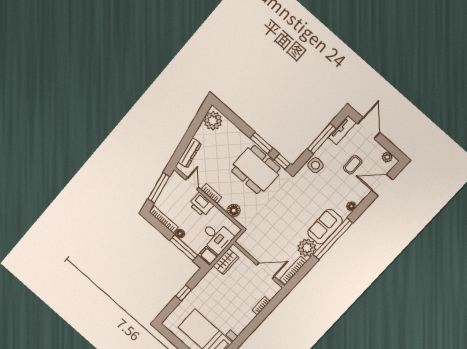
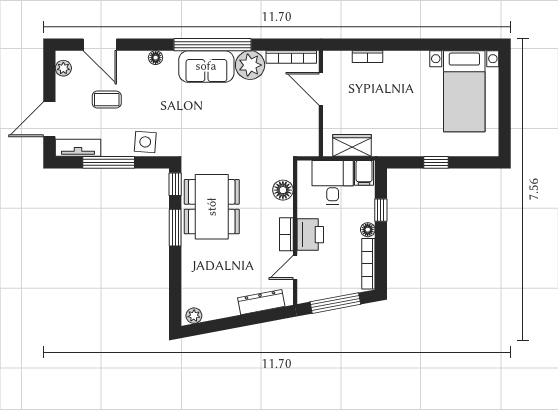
plant: (213, 121) -> (194, 316), width x0.53, depth x0.53
window: (184, 248) -> (381, 210), width x0.46

